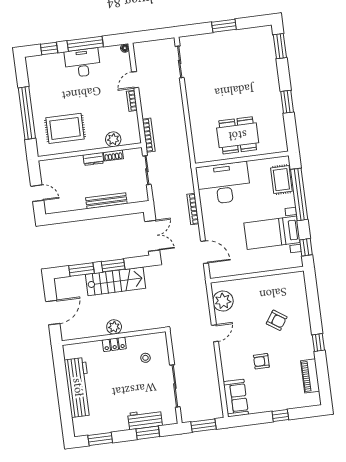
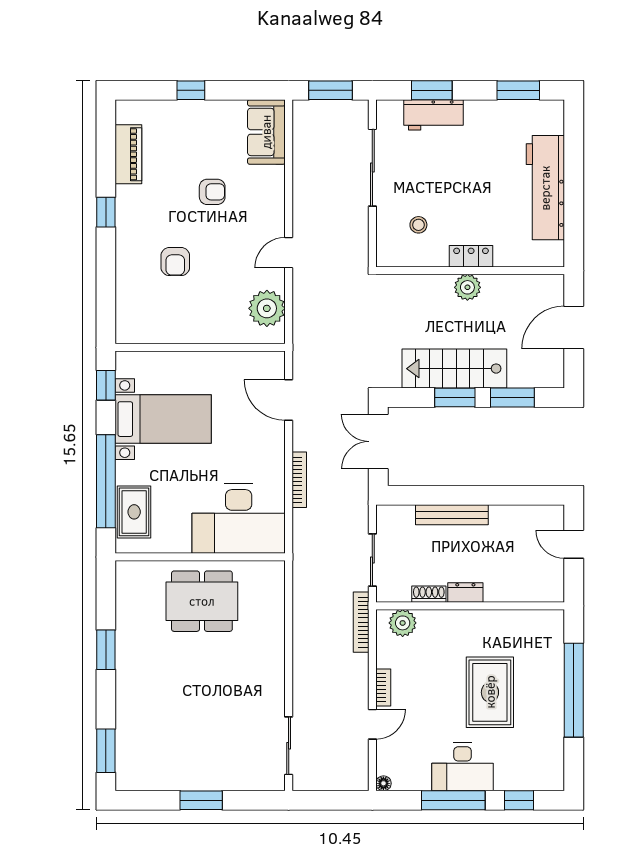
rug: (65, 128) -> (490, 692), moved, turned 90
plant: (113, 139) -> (403, 623), moved
armchair: (277, 320) -> (175, 262), turned -124

